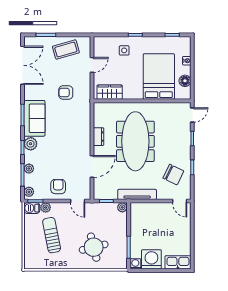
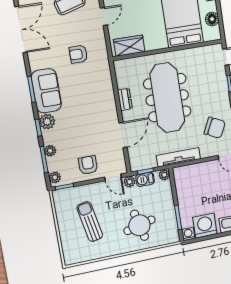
plant: (46, 207) -> (129, 182), moved
barbecue: (32, 208) -> (145, 179), moved

